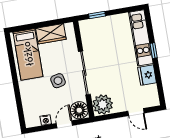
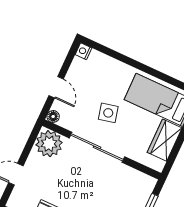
floor lamp: (79, 110) -> (53, 117), width x0.53, depth x0.53
nightstand: (46, 120) -> (83, 51), moved

